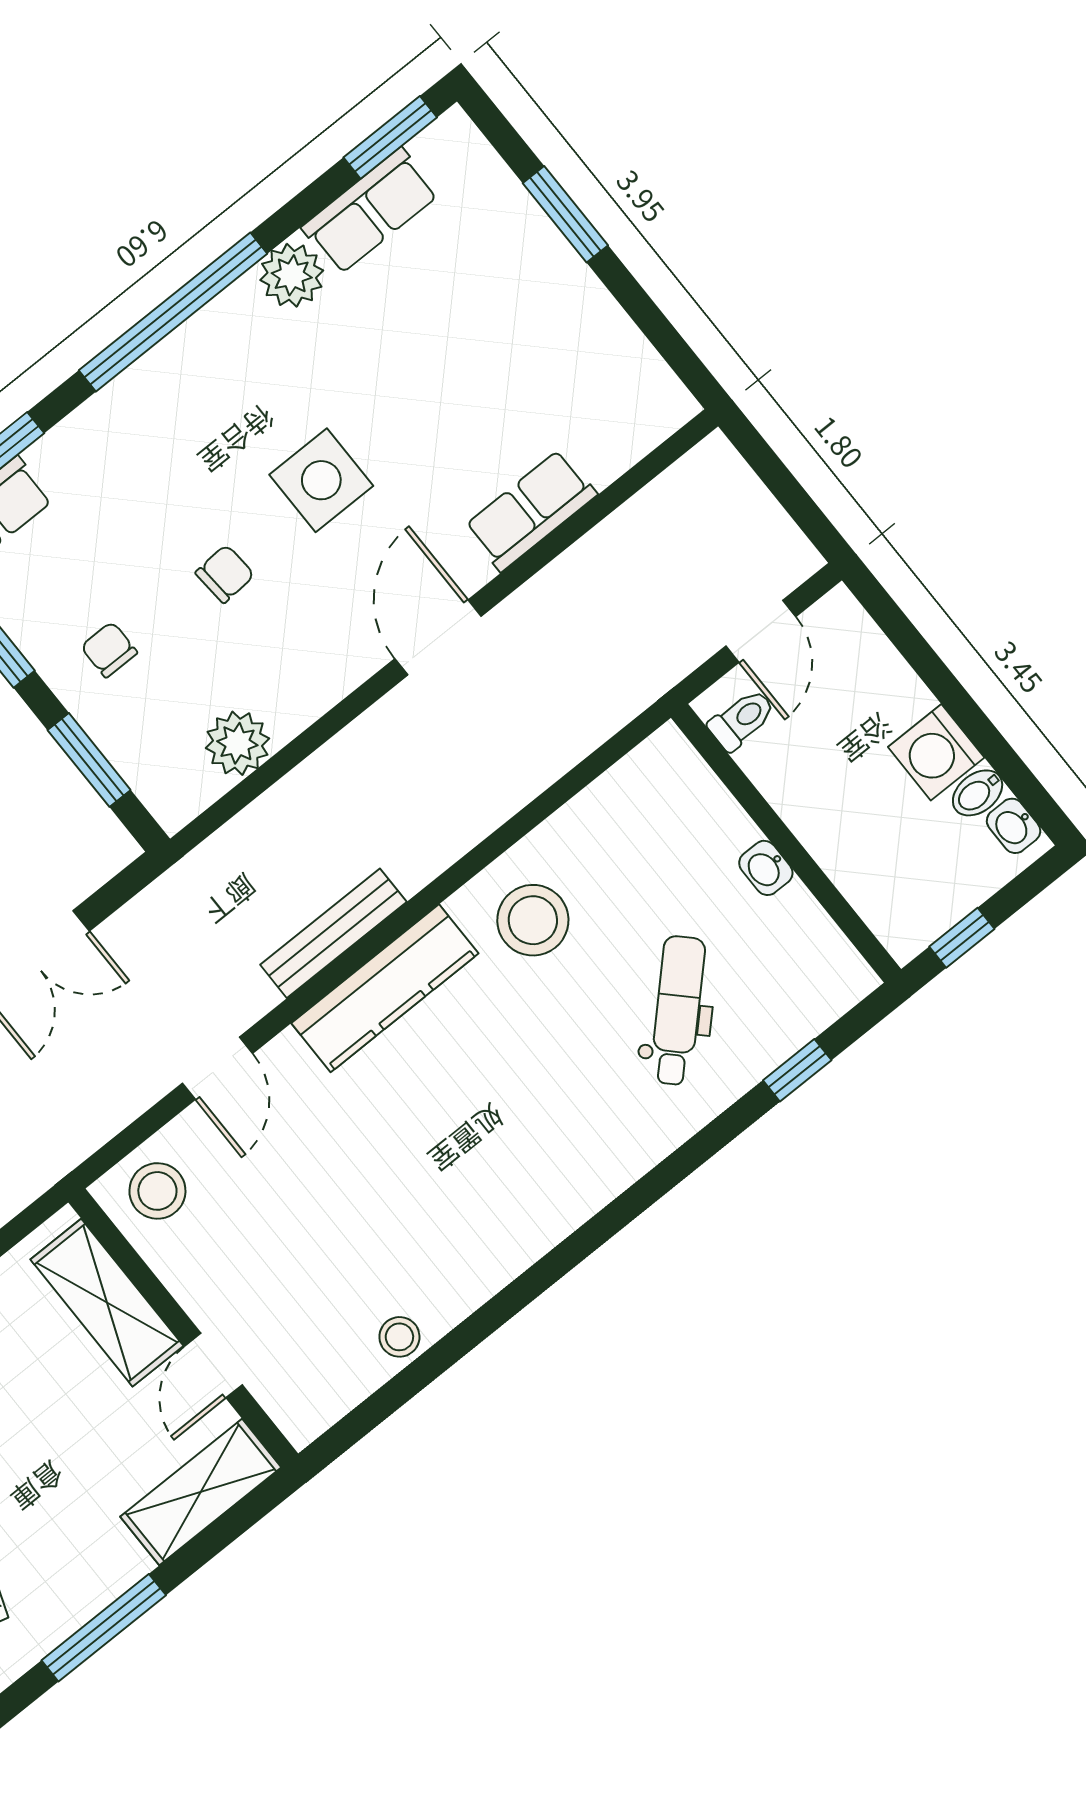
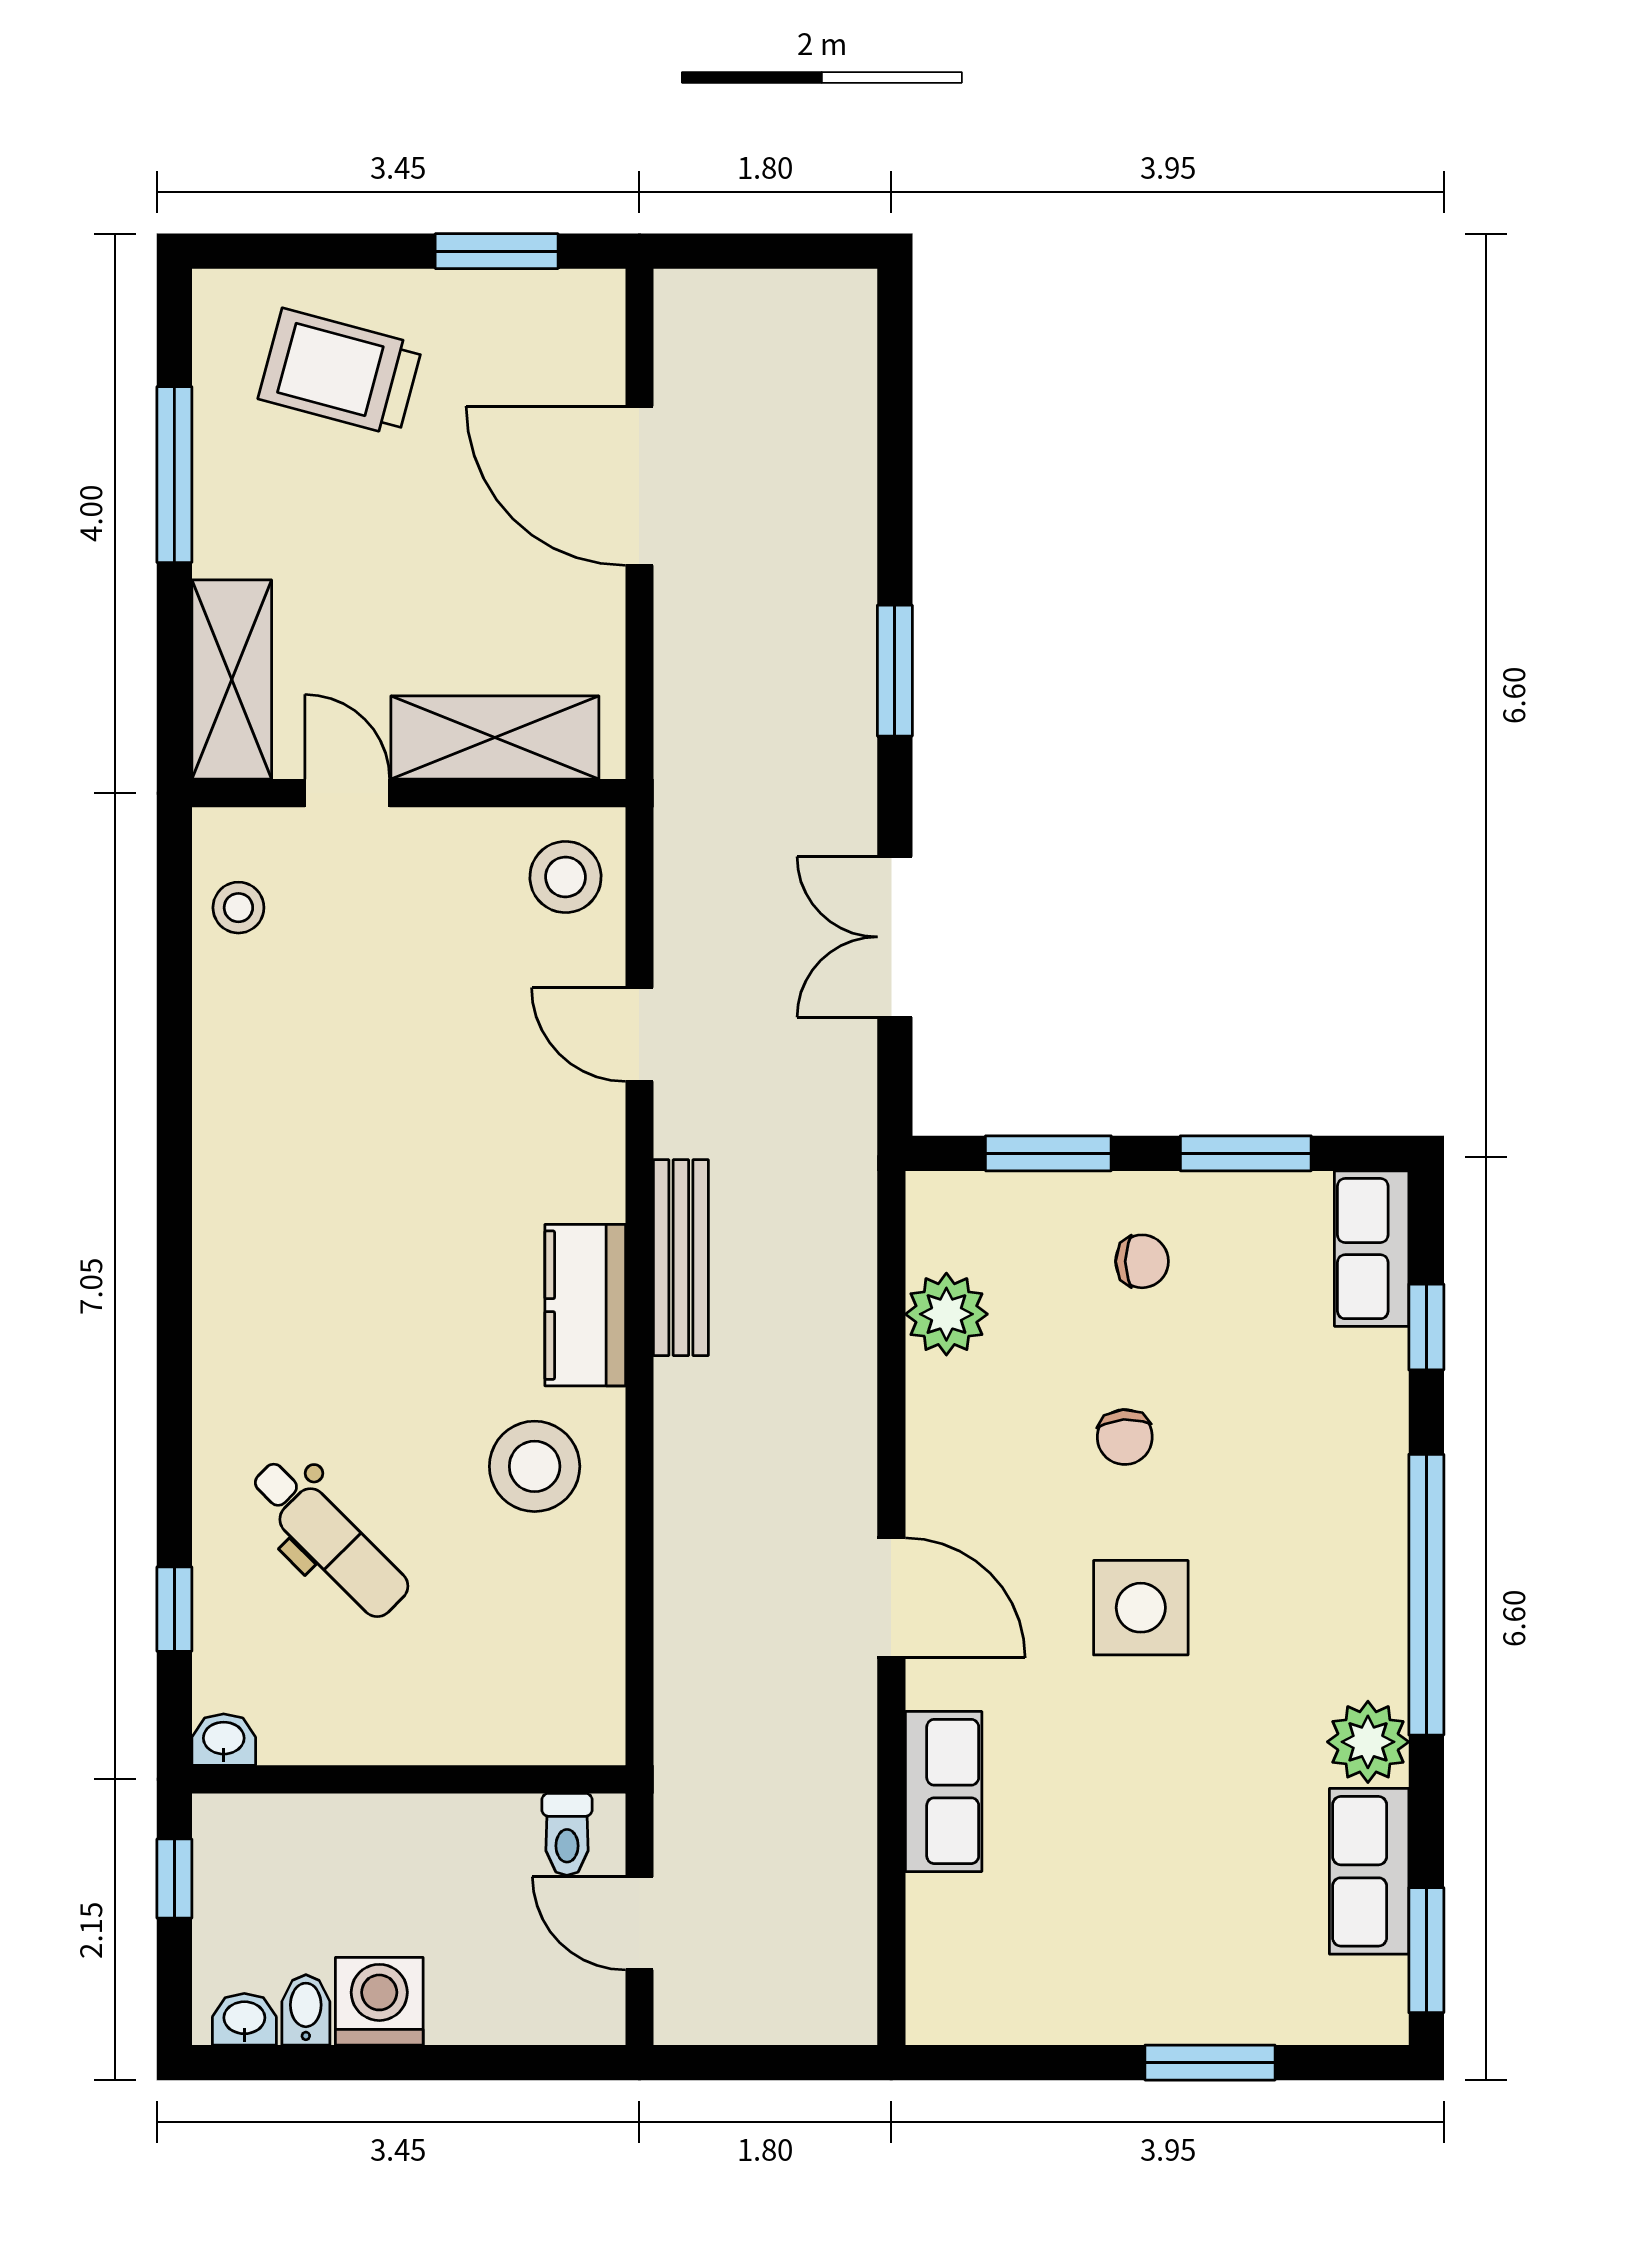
washbasin: (766, 868) -> (224, 1740), moved
kitchen counter: (385, 988) -> (585, 1305), width x0.67
stool: (399, 1337) -> (238, 908), moved

